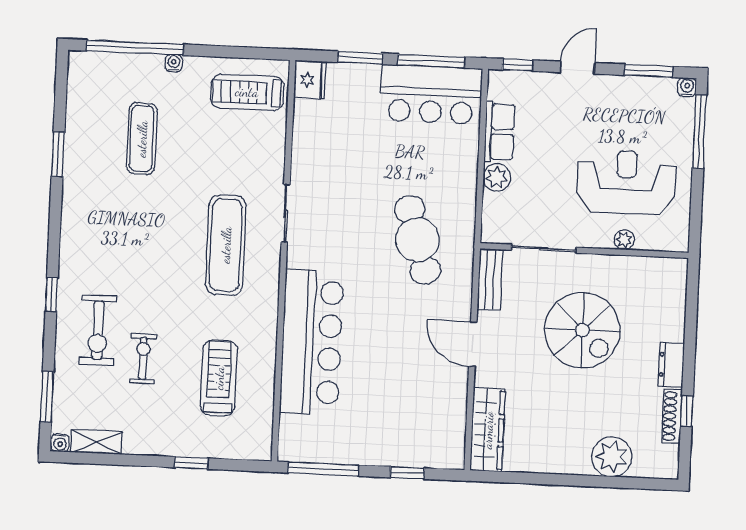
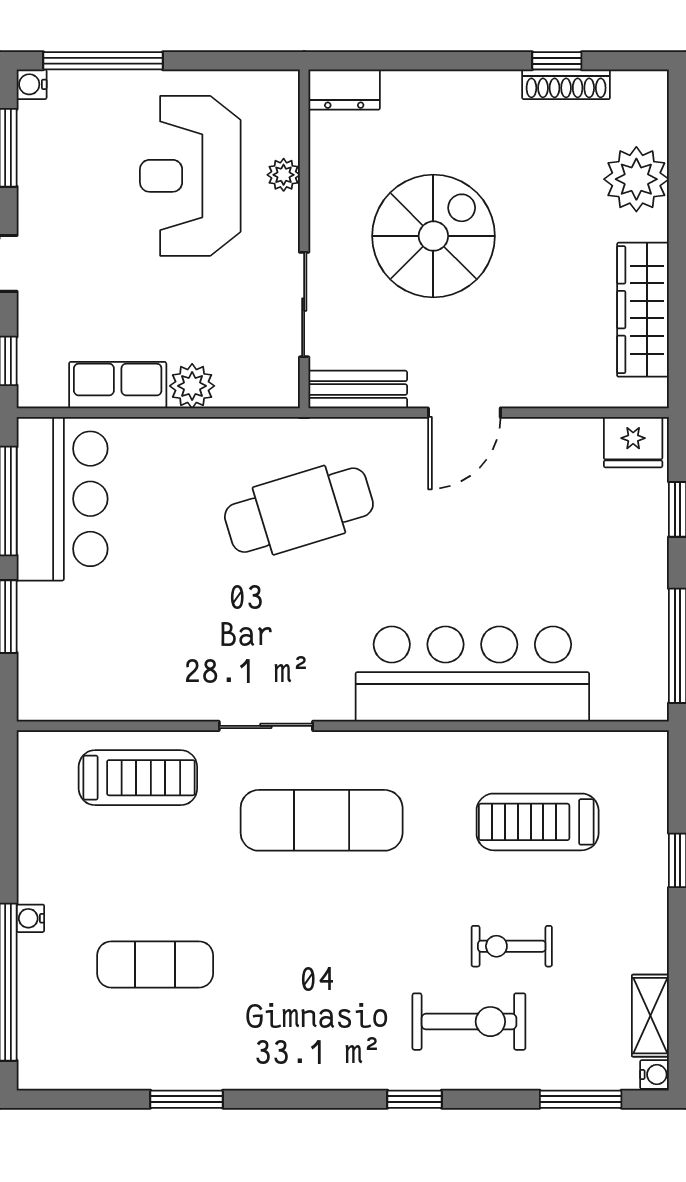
fridge: (310, 80) -> (633, 442), moved, turned 180
treadmill: (247, 92) -> (138, 778), moved, turned -90
dresser: (671, 365) -> (344, 89), moved
wardrobe: (488, 430) -> (643, 310), moved, turned -90

